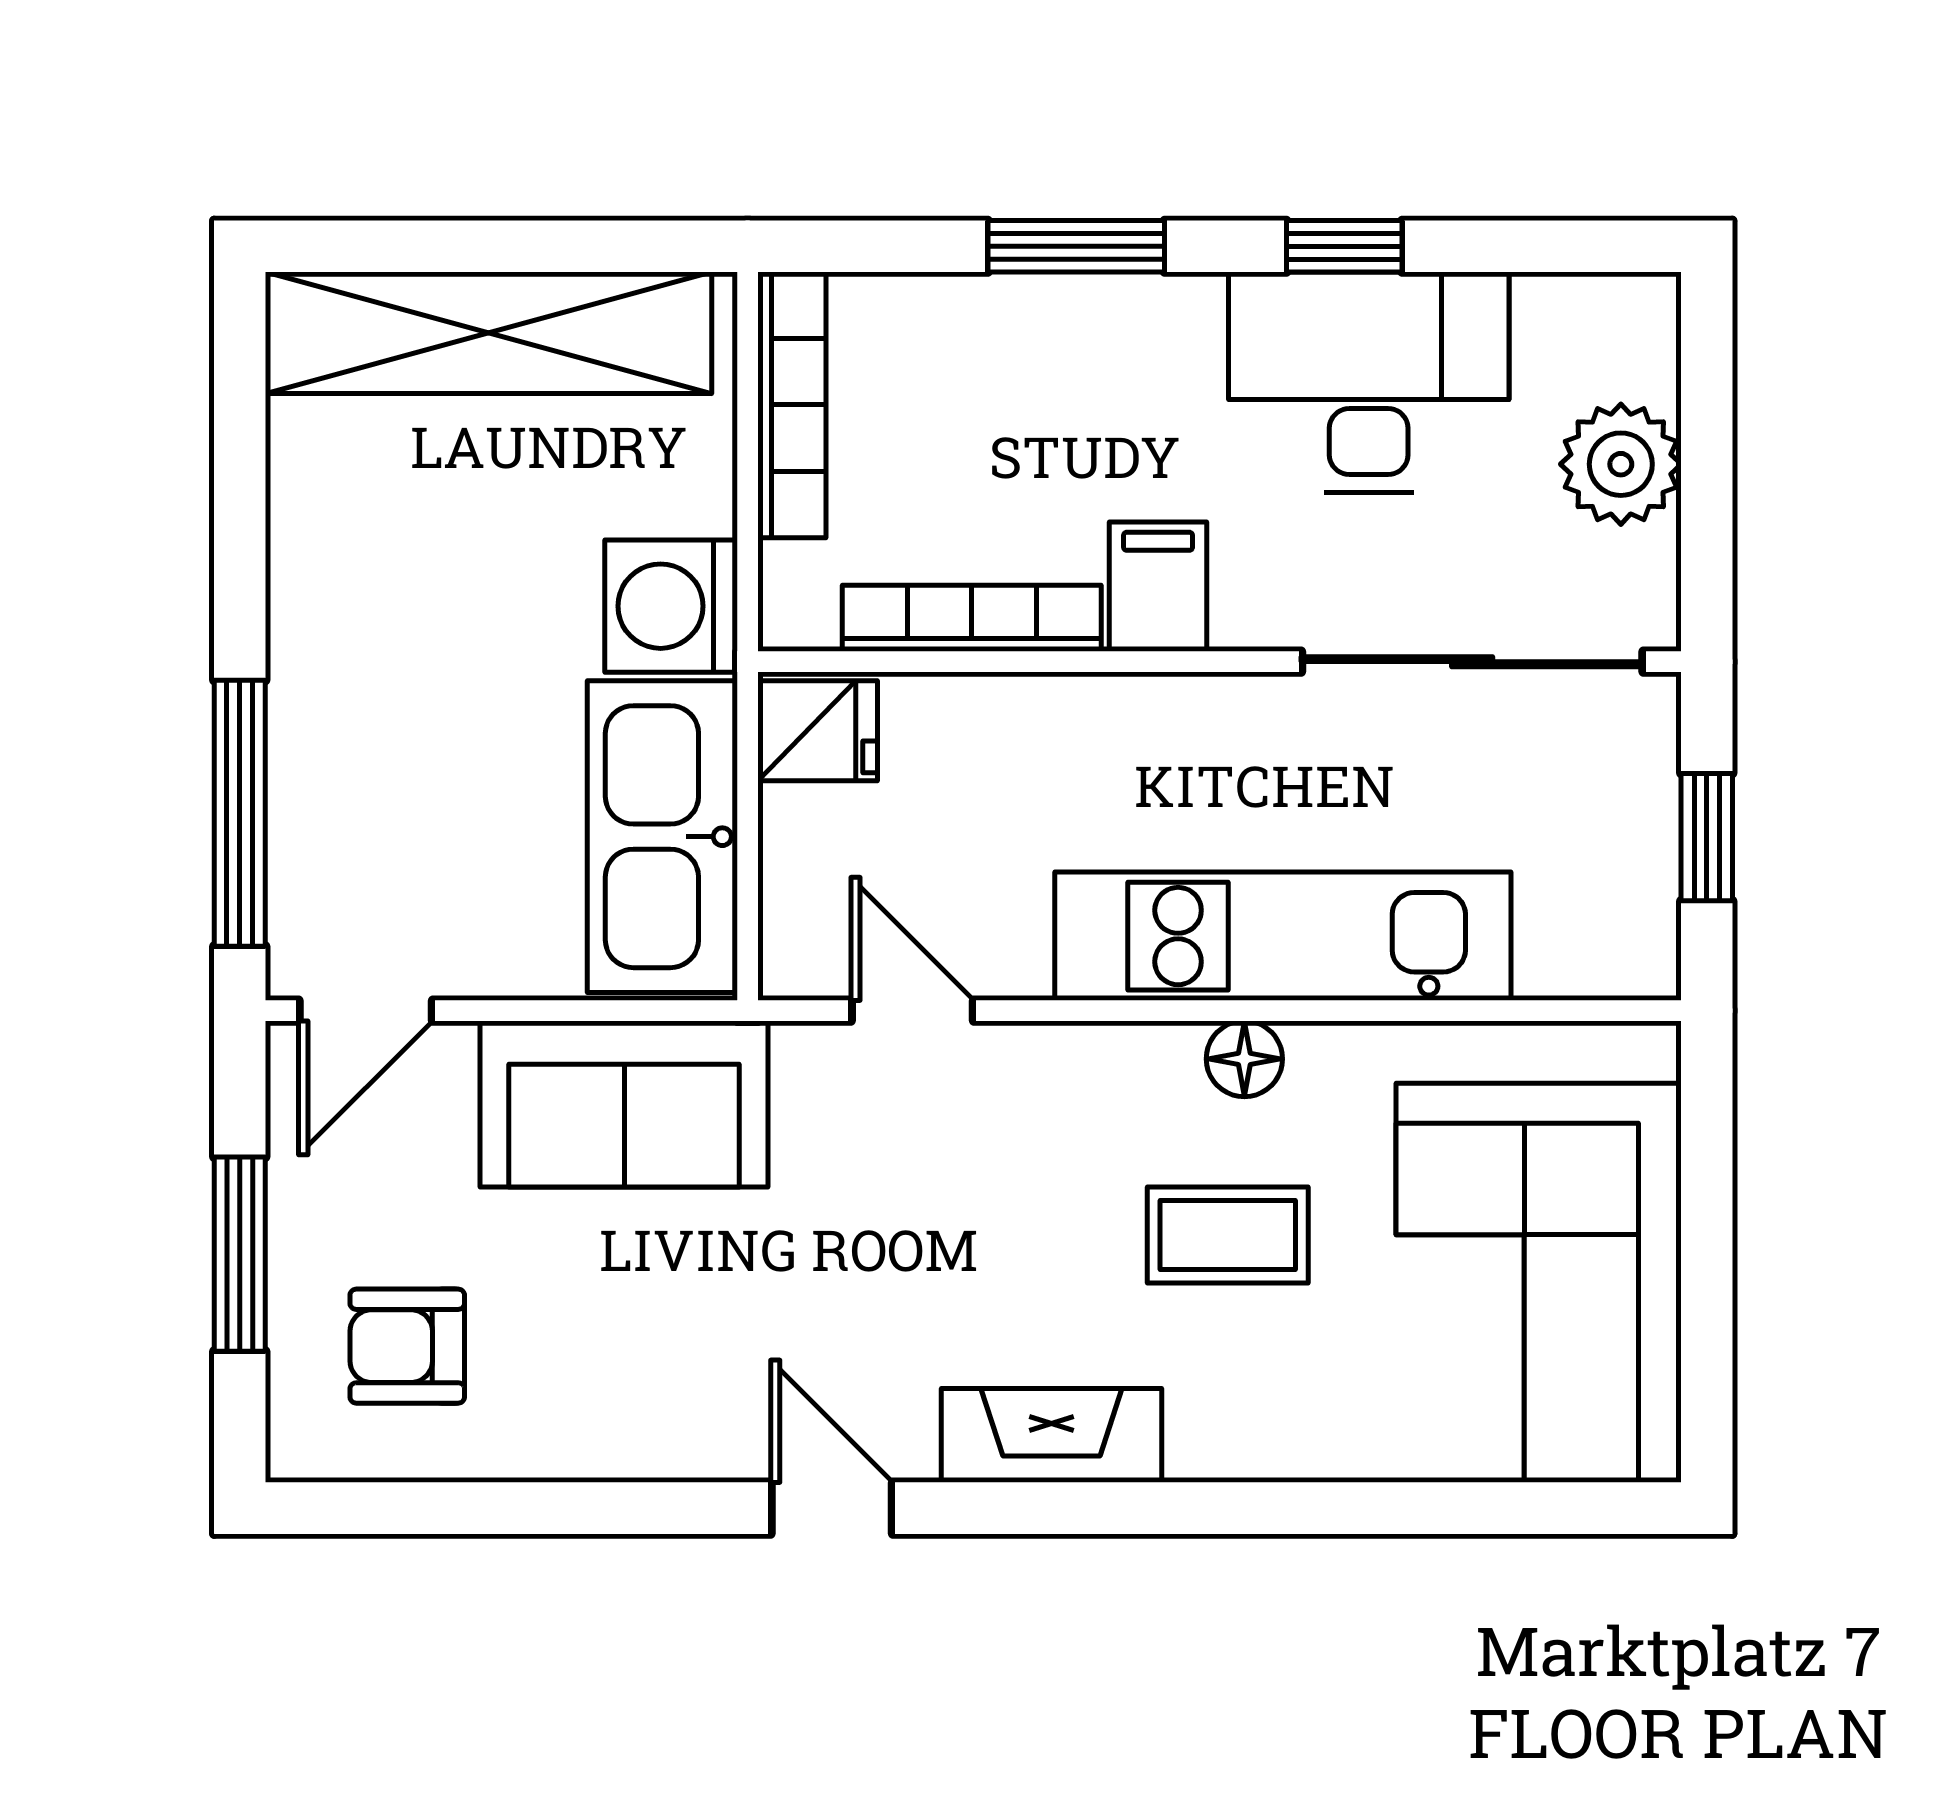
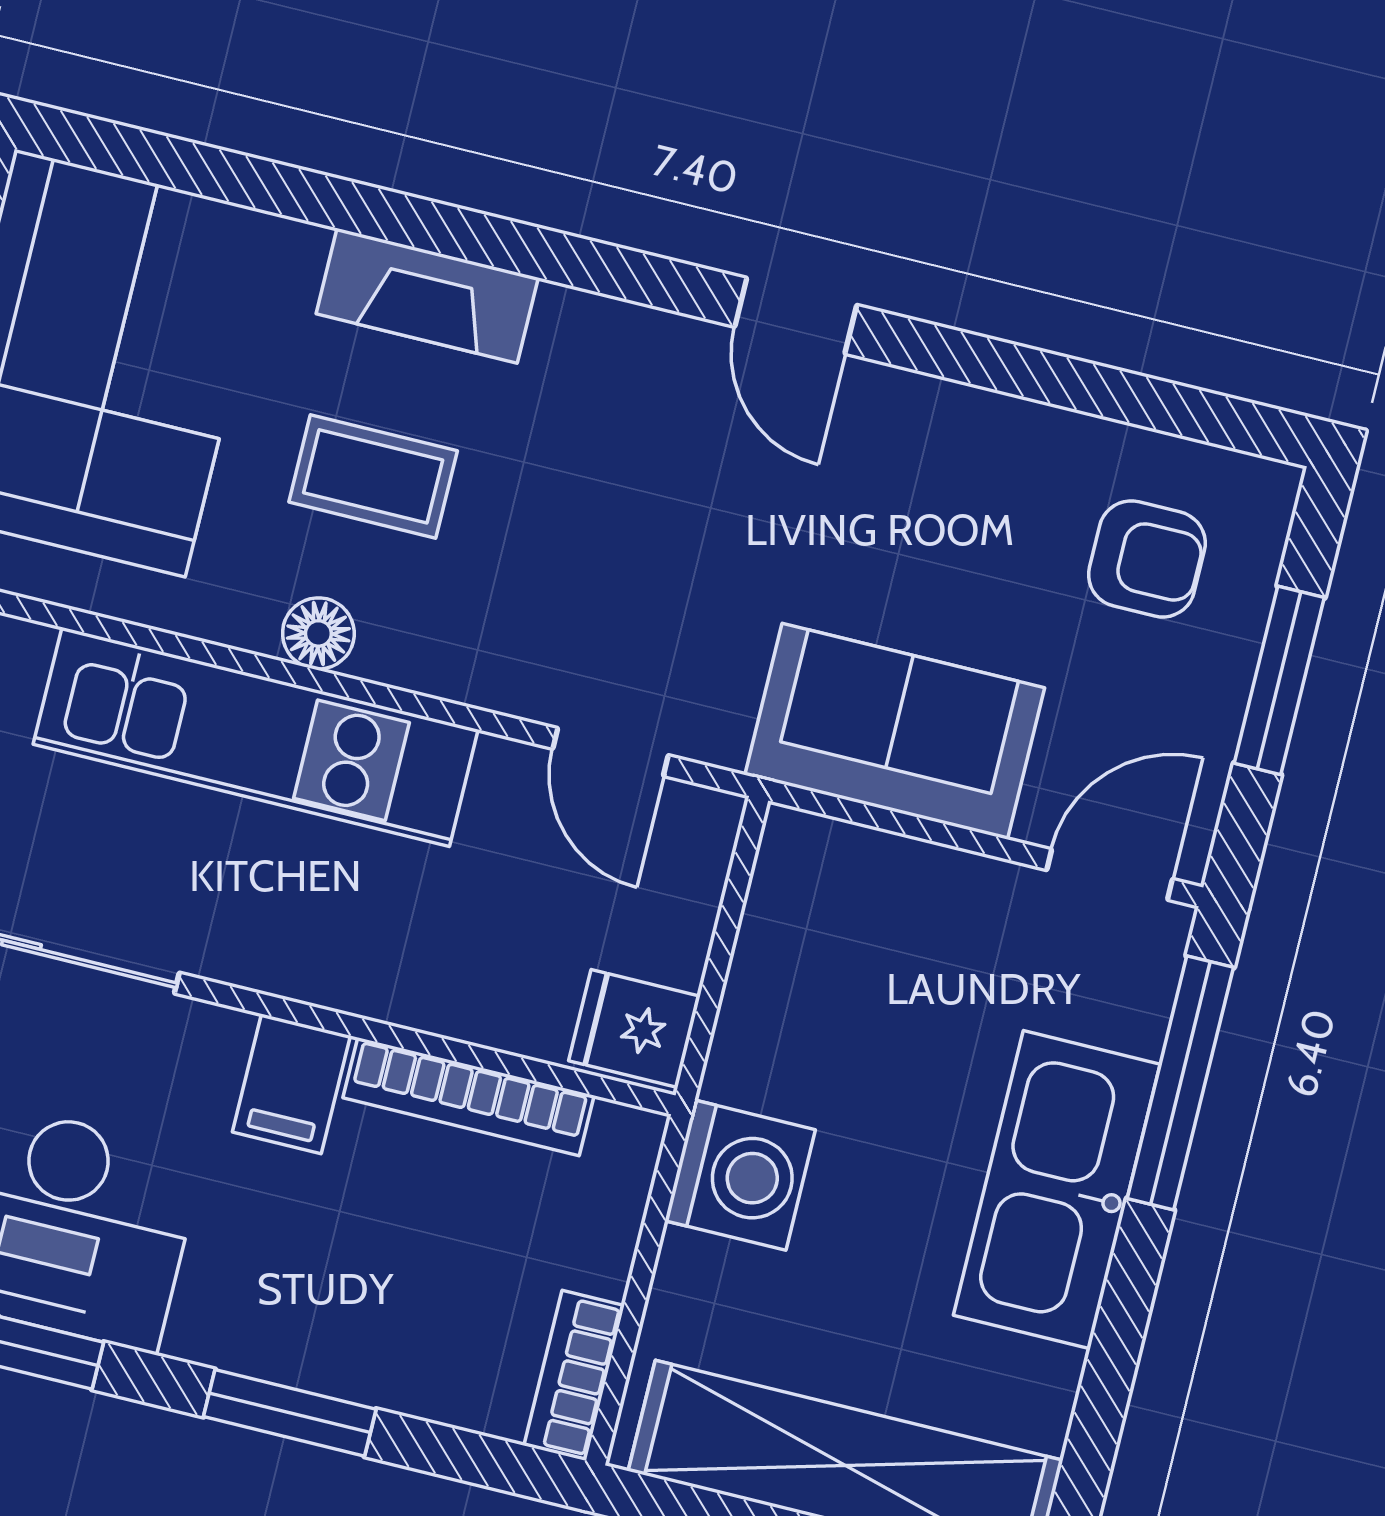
bookcase: (792, 405) -> (574, 1376), width x0.64
kitchen sink: (662, 837) -> (1057, 1190), moved, turned 180
fireplace: (1051, 1435) -> (427, 296), moved

